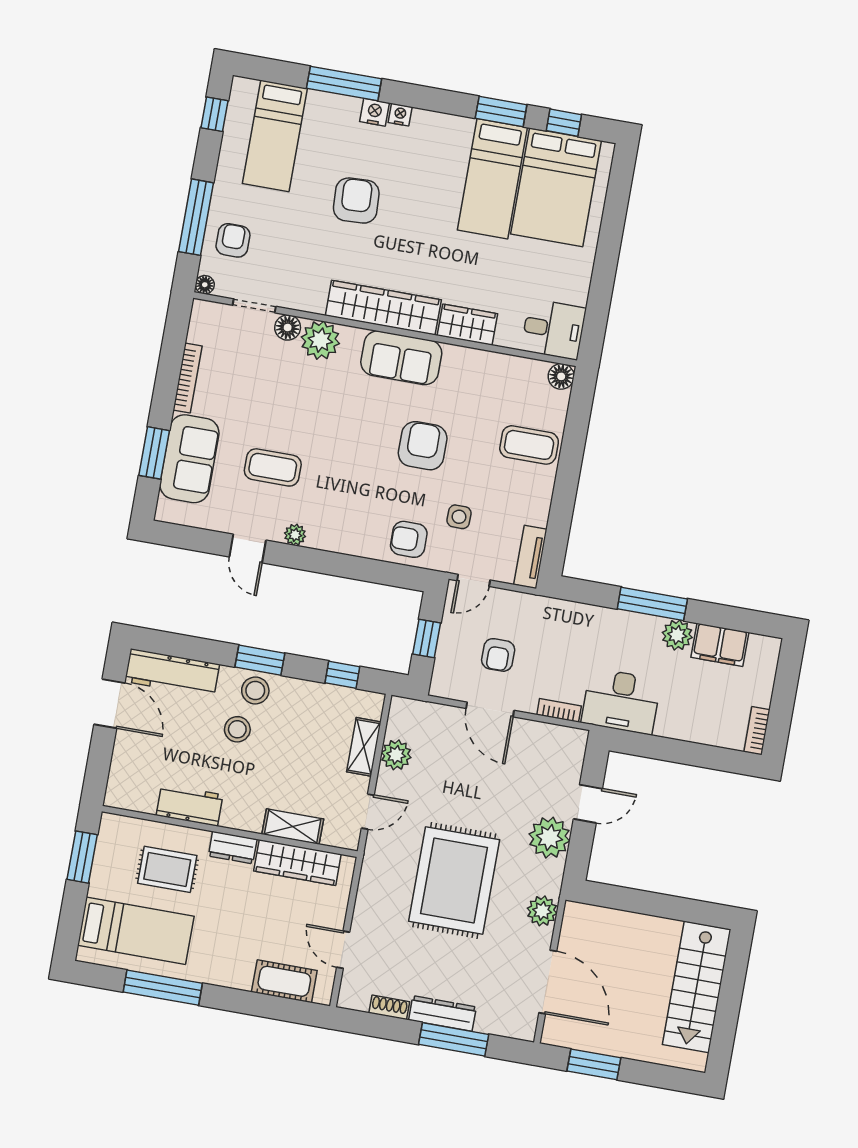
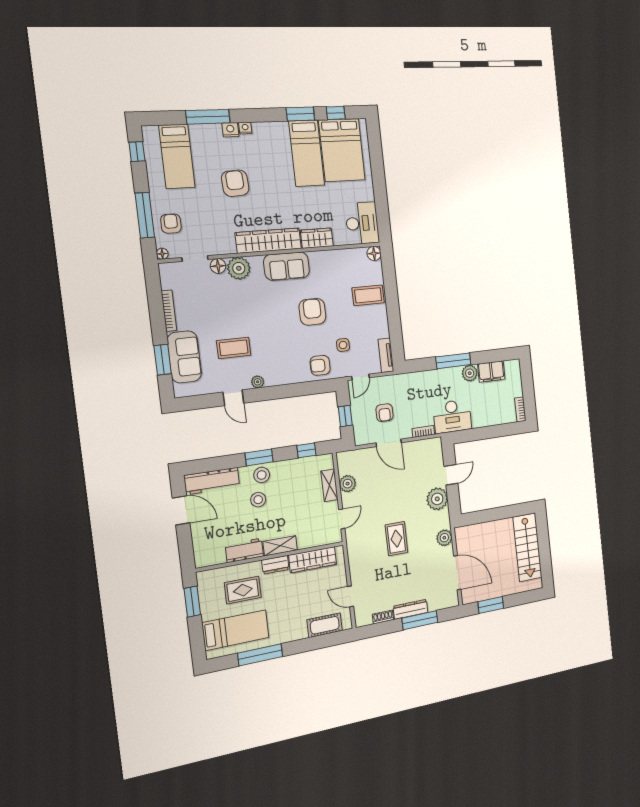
desk: (553, 329) -> (362, 223), width x1.37
shelving: (293, 827) -> (280, 546), moved
rug: (454, 881) -> (396, 539), width x0.54, depth x0.49

